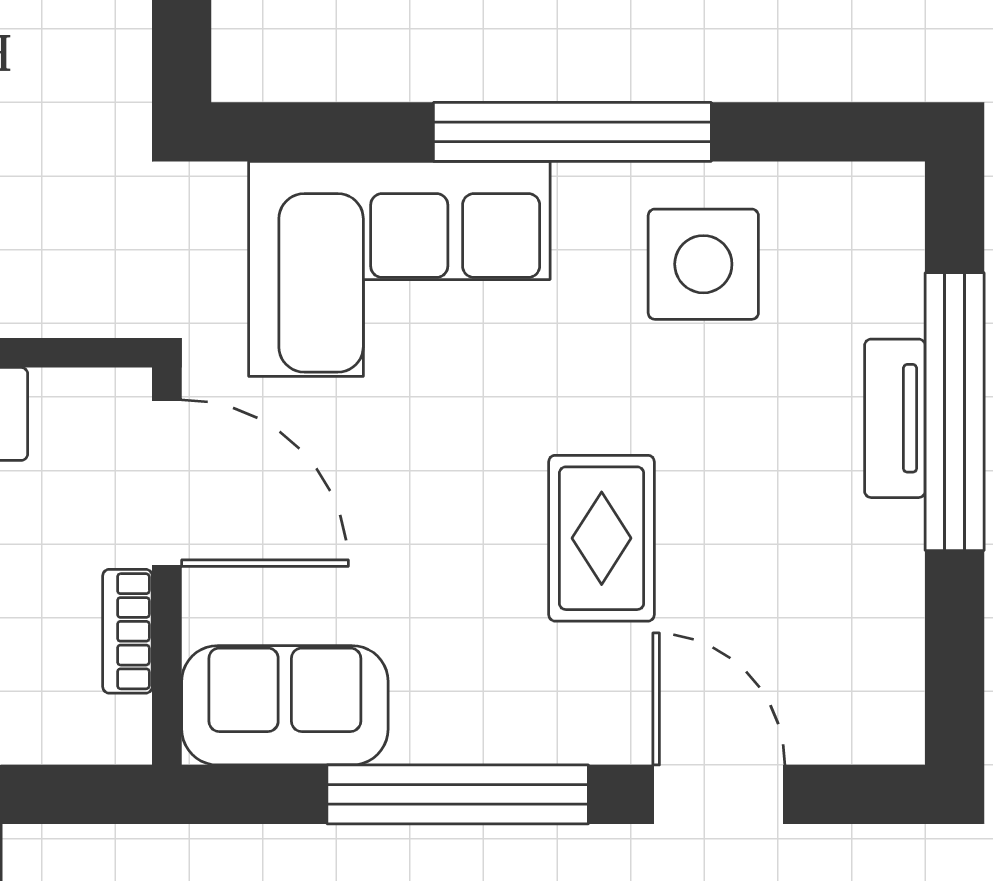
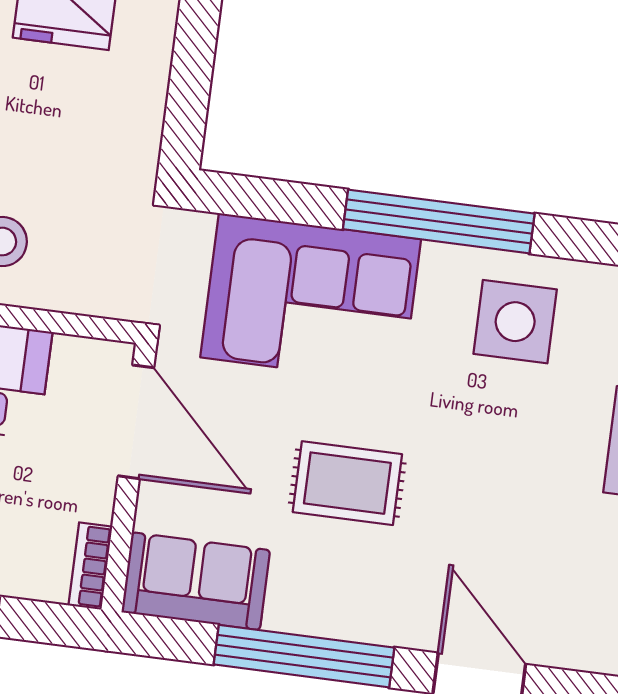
rug: (602, 538) -> (347, 483), moved, turned 90
bookcase: (127, 631) -> (90, 566), moved

